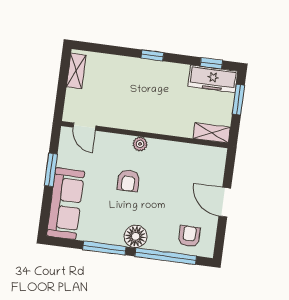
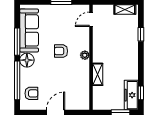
window: (152, 55) -> (141, 34), moved
shelving: (212, 133) -> (98, 74), moved
sofa: (66, 204) -> (29, 30), moved, turned -90

